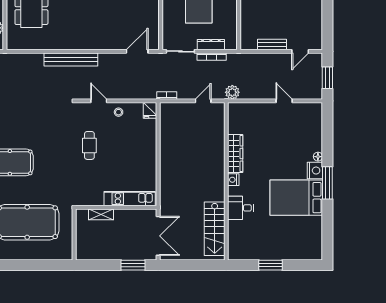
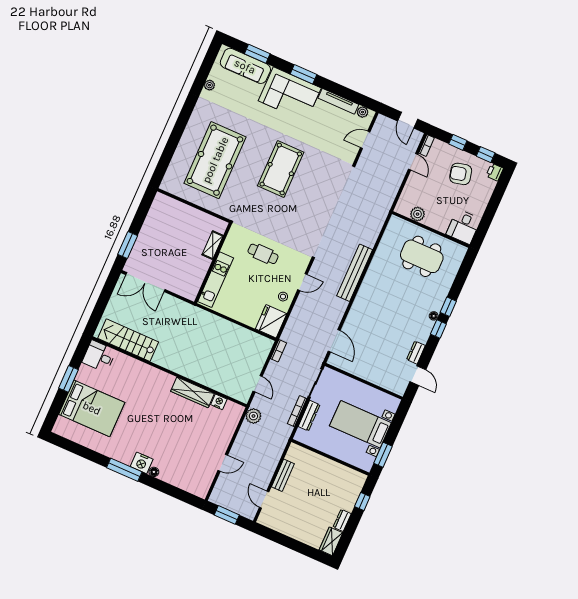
fridge: (150, 110) -> (271, 321), width x1.88, depth x1.34
nightstand: (233, 180) -> (219, 402), moved
bed: (296, 198) -> (92, 408), moved, turned 90
kitchen unit: (130, 199) -> (216, 280), moved
wall: (116, 207) -> (213, 263), moved
desk: (240, 208) -> (99, 356), moved, turned -90
shelving: (101, 214) -> (213, 245), moved

